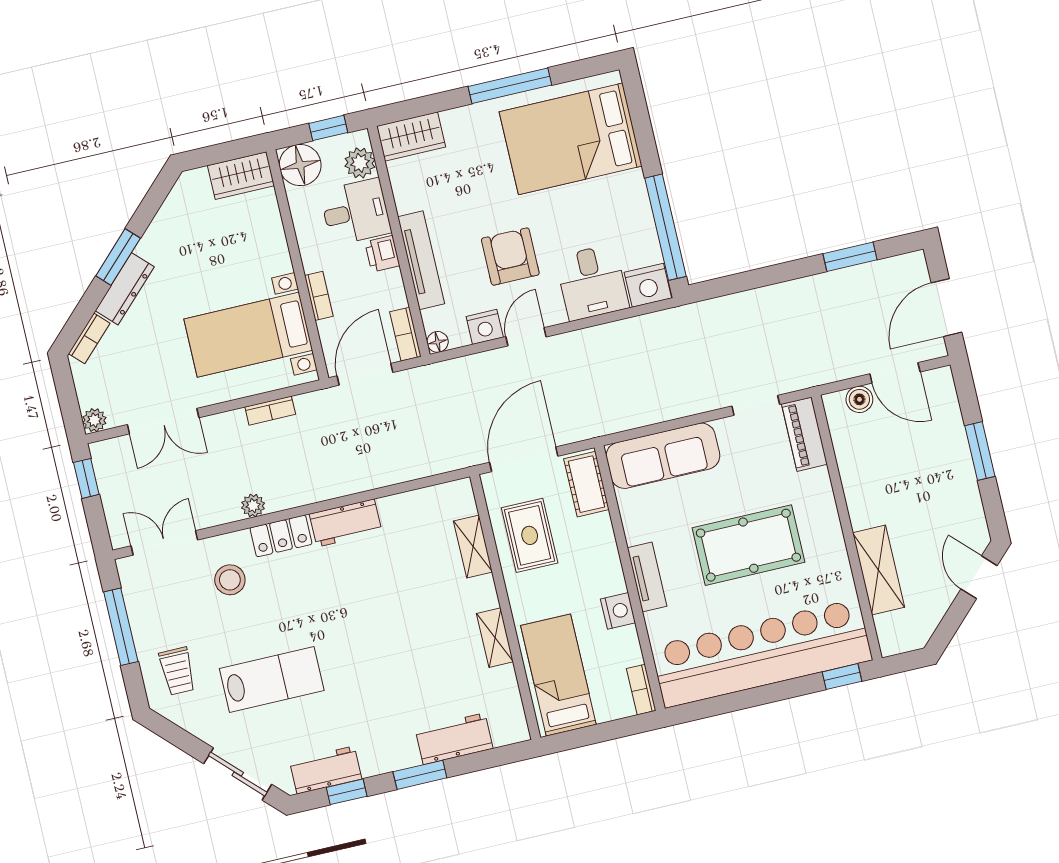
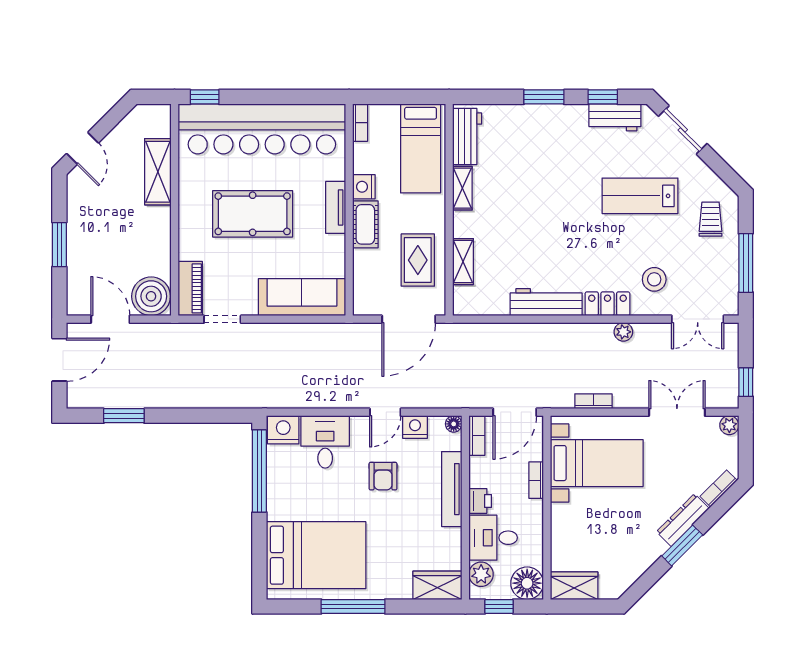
armchair: (510, 257) -> (383, 476), width x0.72, depth x0.72
boiler: (859, 399) -> (151, 296), width x1.86, depth x1.86
cot: (586, 484) -> (365, 224), moved
workbench: (346, 523) -> (546, 302), width x1.38
workbench: (454, 739) -> (467, 137), moved, turned -90

